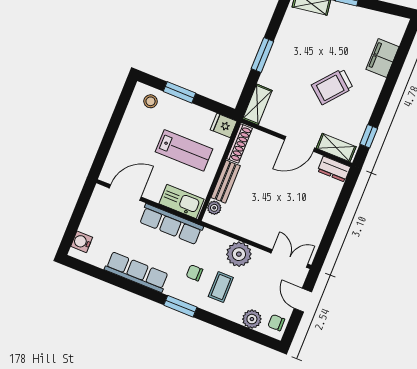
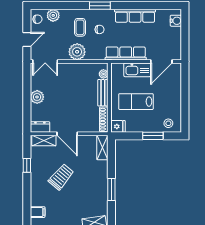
window: (262, 55) -> (111, 190), moved
filing cabinet: (382, 58) -> (38, 212), width x0.50
window: (369, 136) -> (27, 165), moved
door: (299, 144) -> (67, 134), swing flipped
kitchen sink: (181, 201) -> (137, 70), moved
plant: (321, 213) -> (37, 97), added
door: (303, 300) -> (27, 39), hinge flipped

